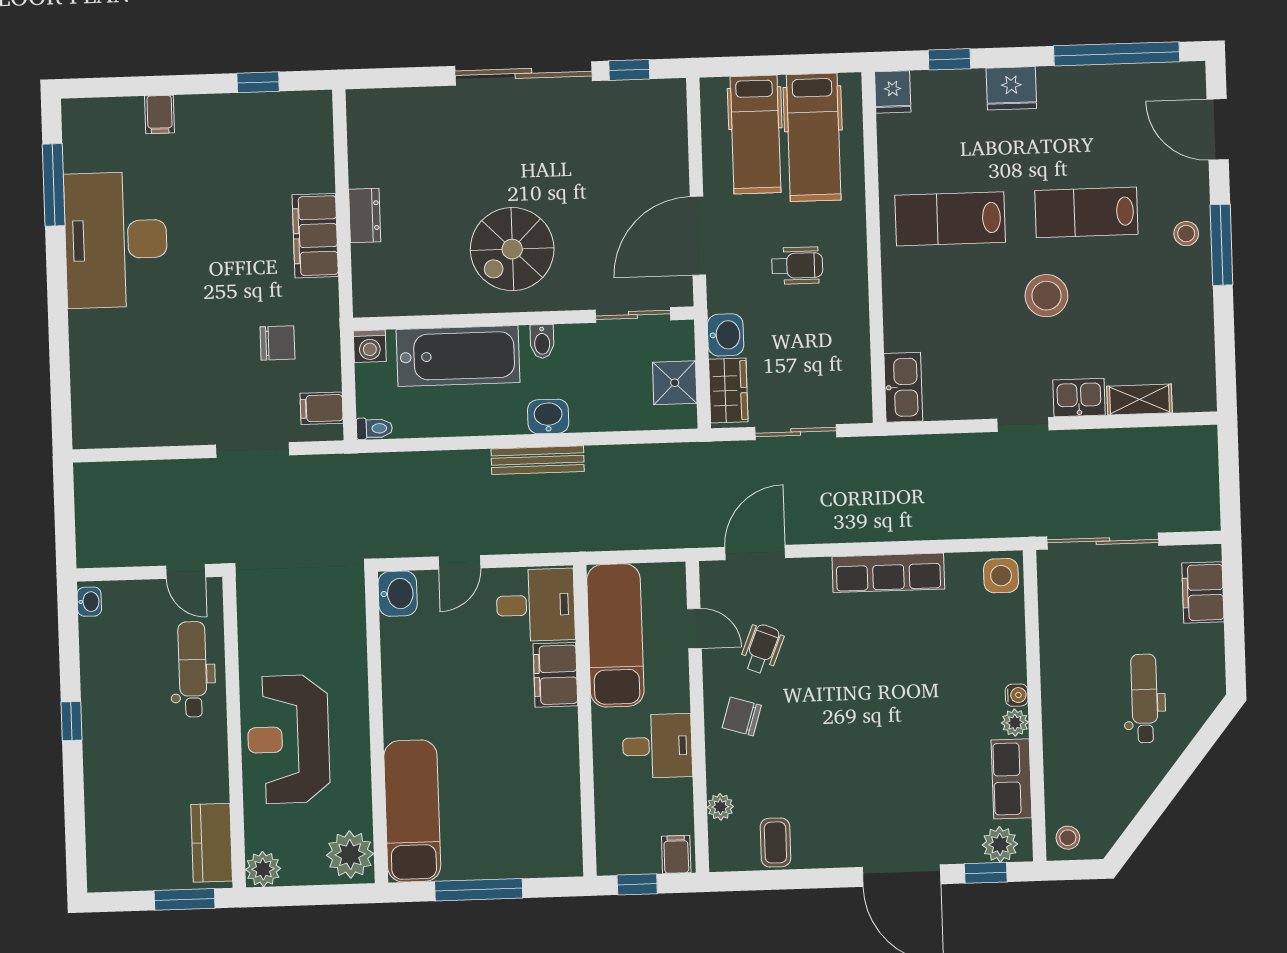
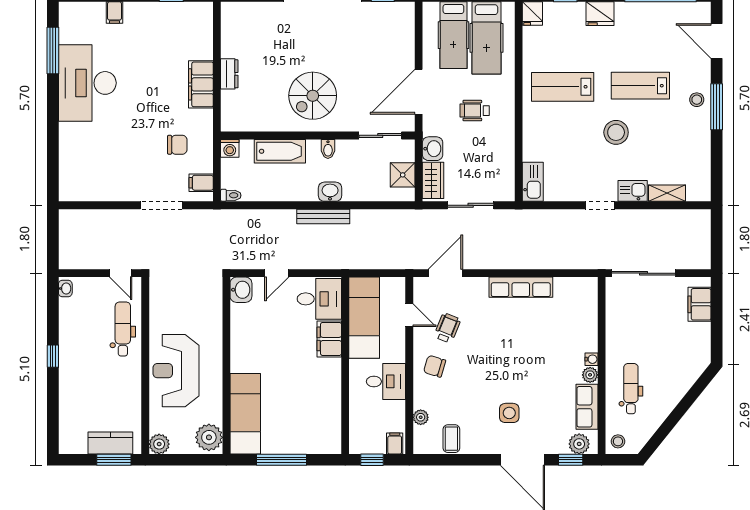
wheelchair: (797, 266) -> (475, 111), turned 180
bathtub: (458, 356) -> (280, 151), width x0.73, depth x0.73
side table: (1001, 576) -> (509, 413), moved
dental chair: (1144, 698) -> (631, 389), moved
kitchen counter: (212, 843) -> (110, 443), moved, turned 90

